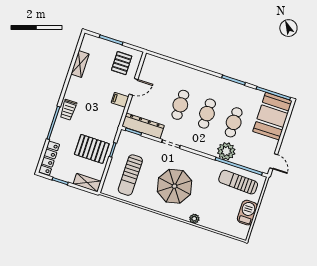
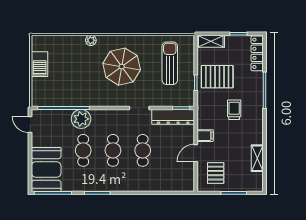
trolley: (68, 110) -> (234, 110), moved
sun lounger: (238, 182) -> (59, 92), removed

